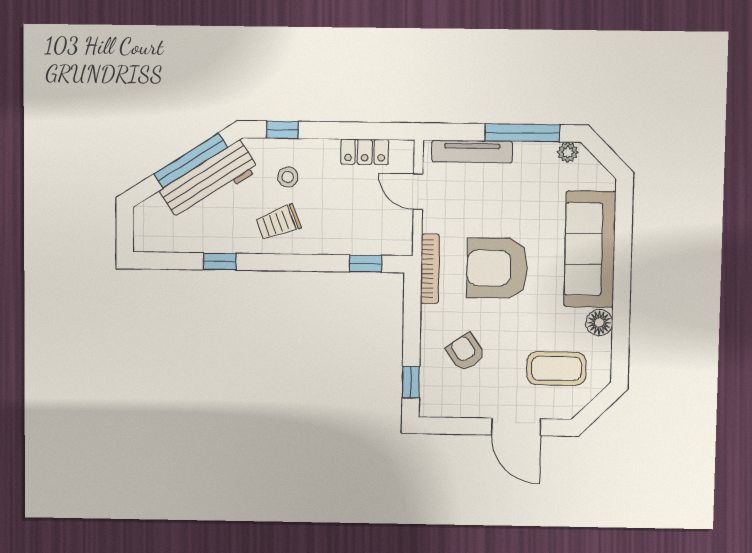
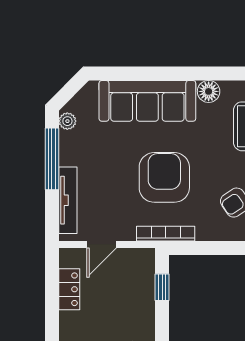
armchair: (497, 268) -> (164, 177), turned 180

